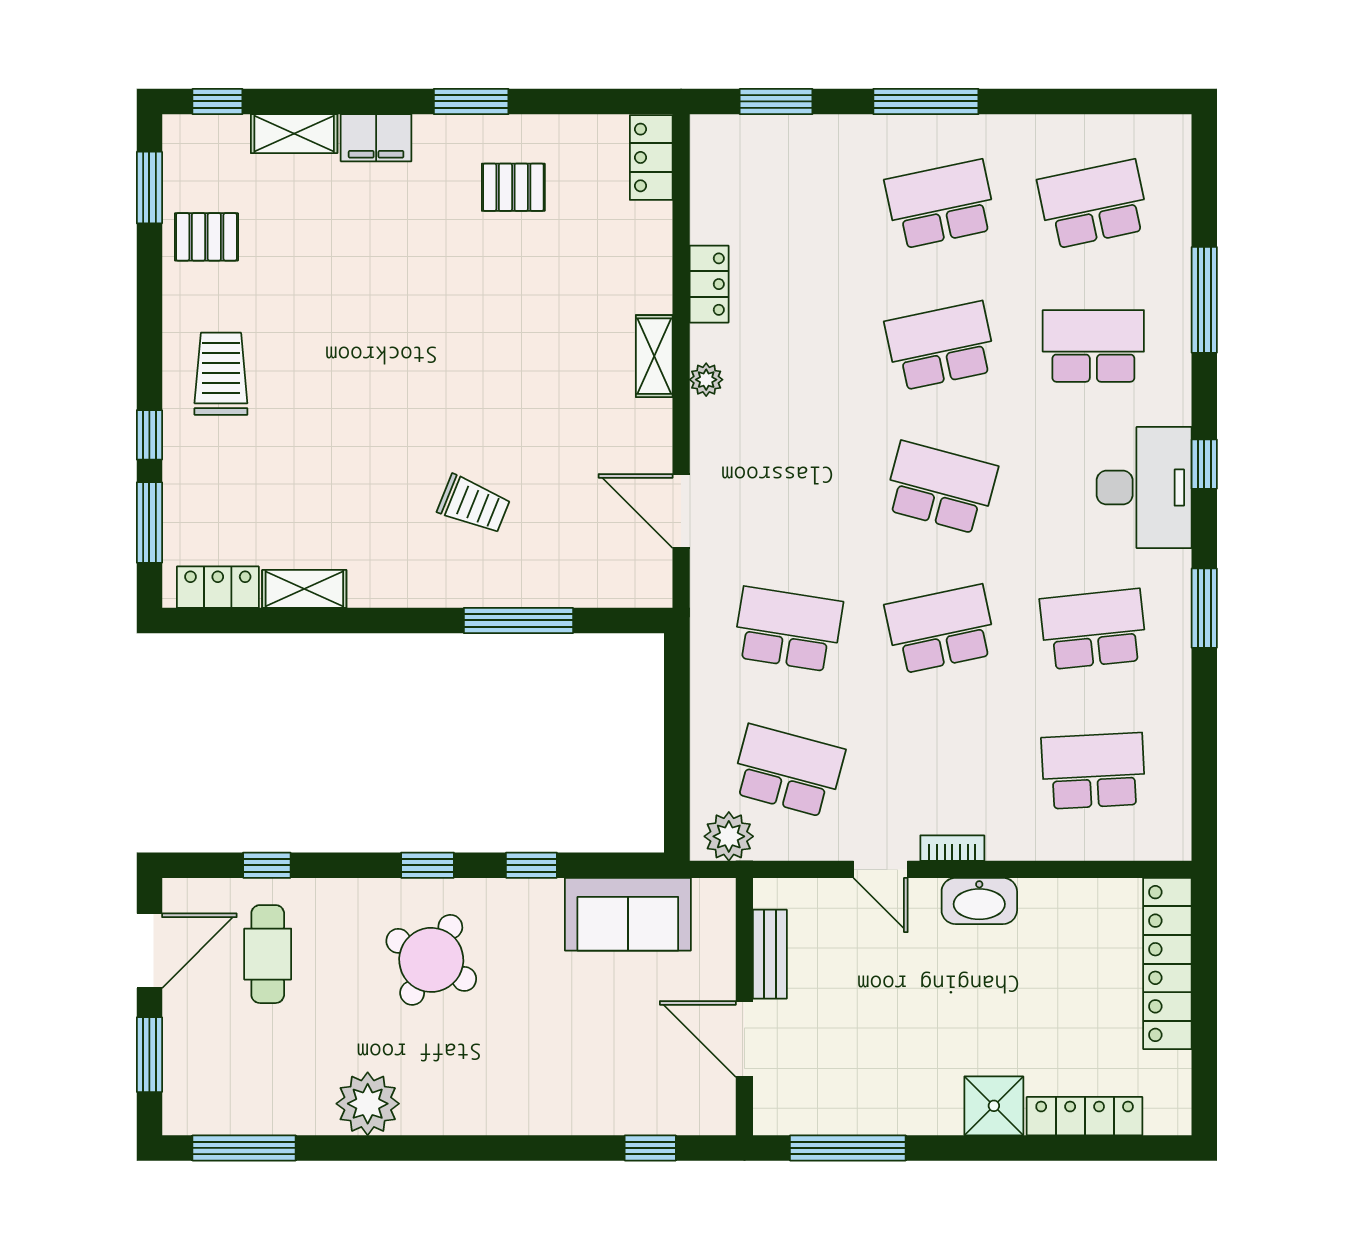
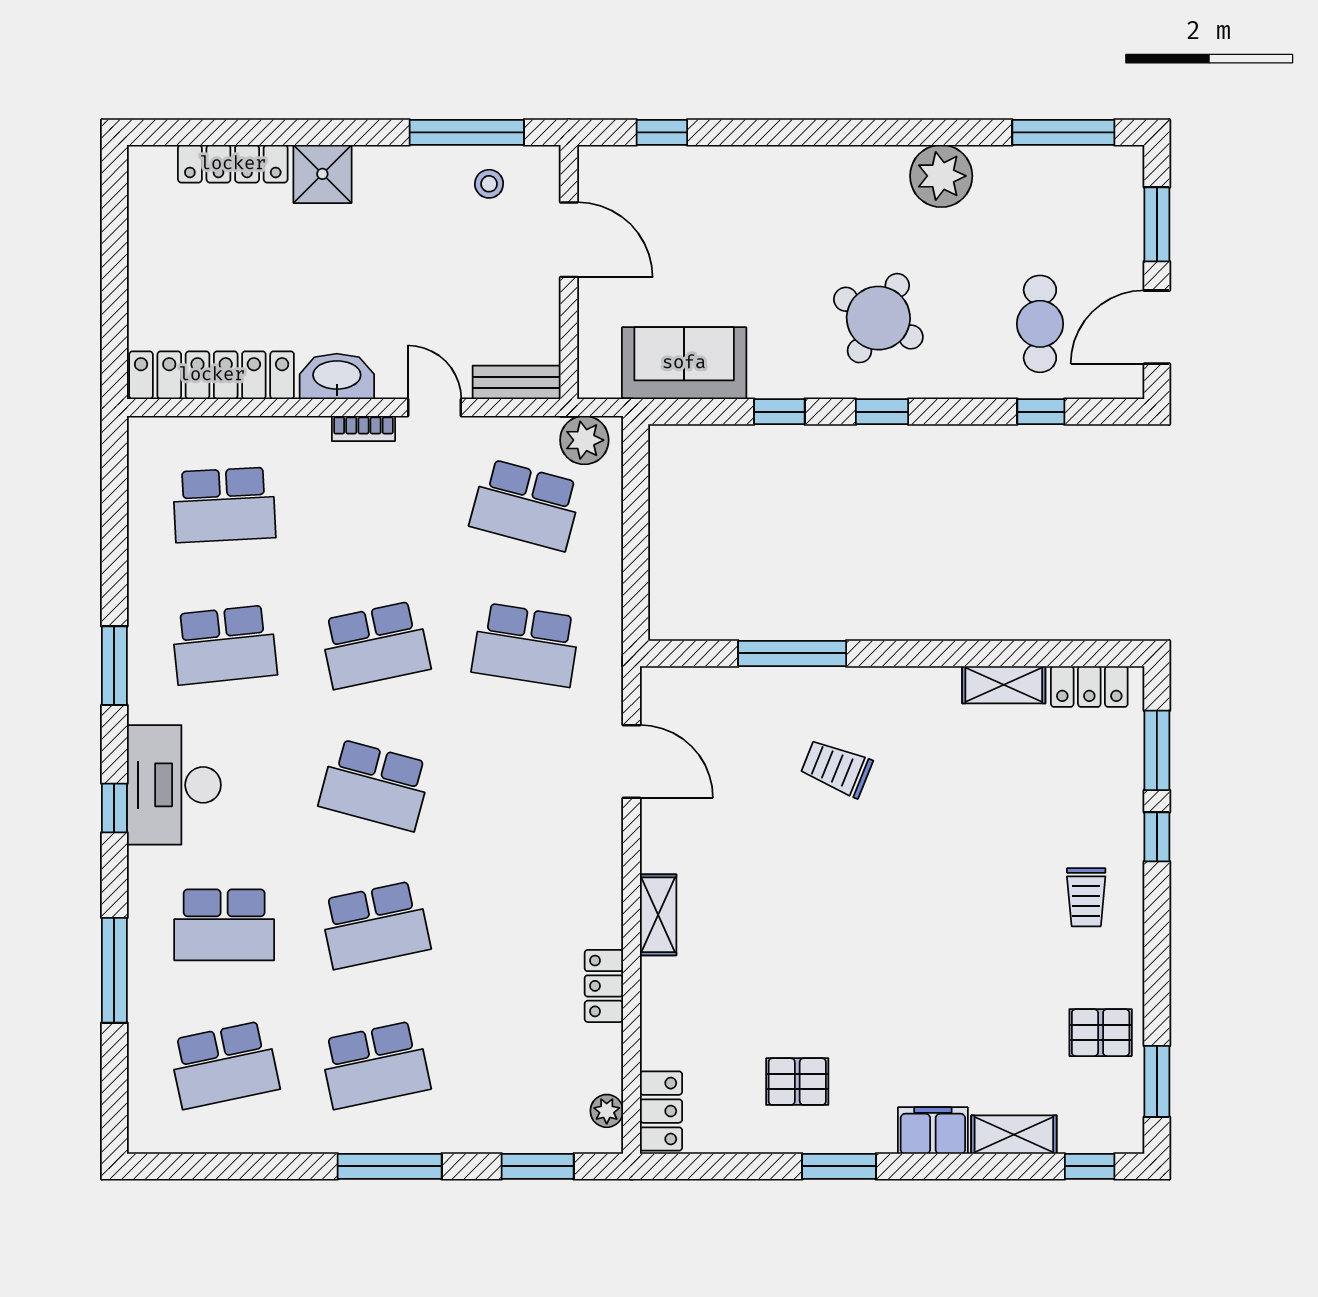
trolley: (221, 374) -> (1086, 897), width x0.73, depth x0.72
plant: (706, 380) -> (607, 1111), moved
bench: (770, 954) -> (517, 382), moved, turned 90
locker: (1167, 964) -> (212, 375), moved, turned -90
stool: (825, 1096) -> (489, 184), added

